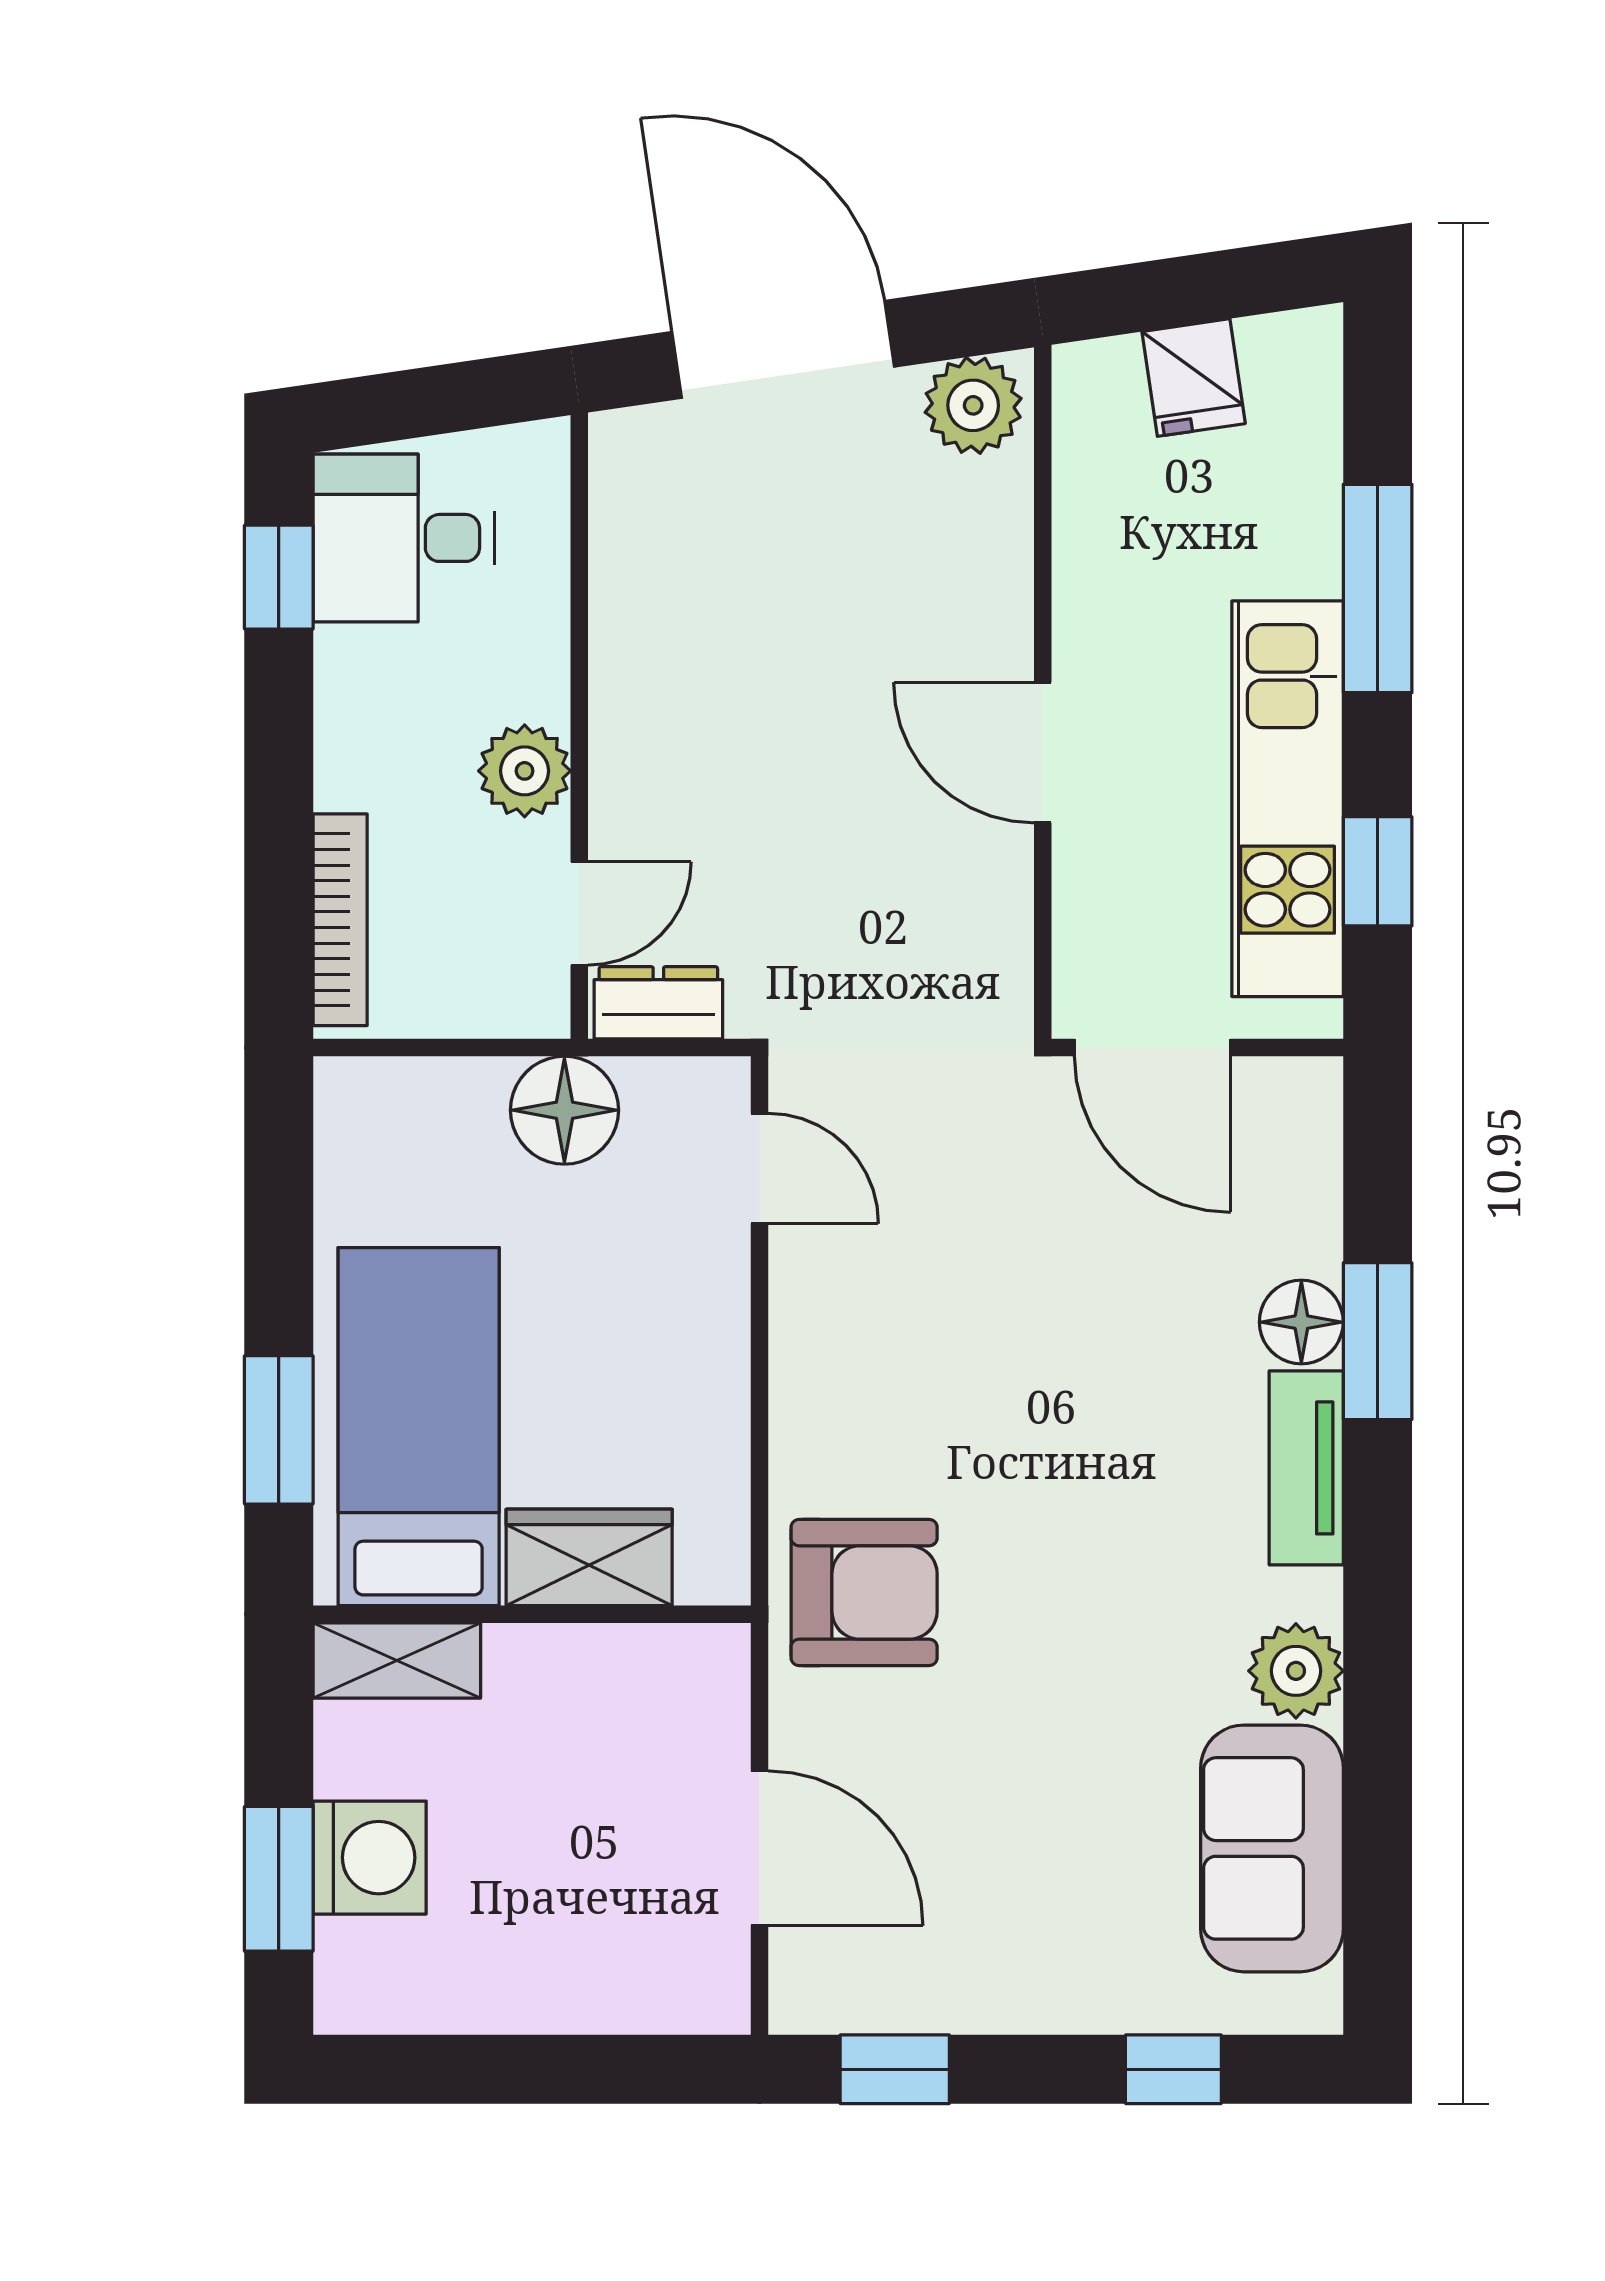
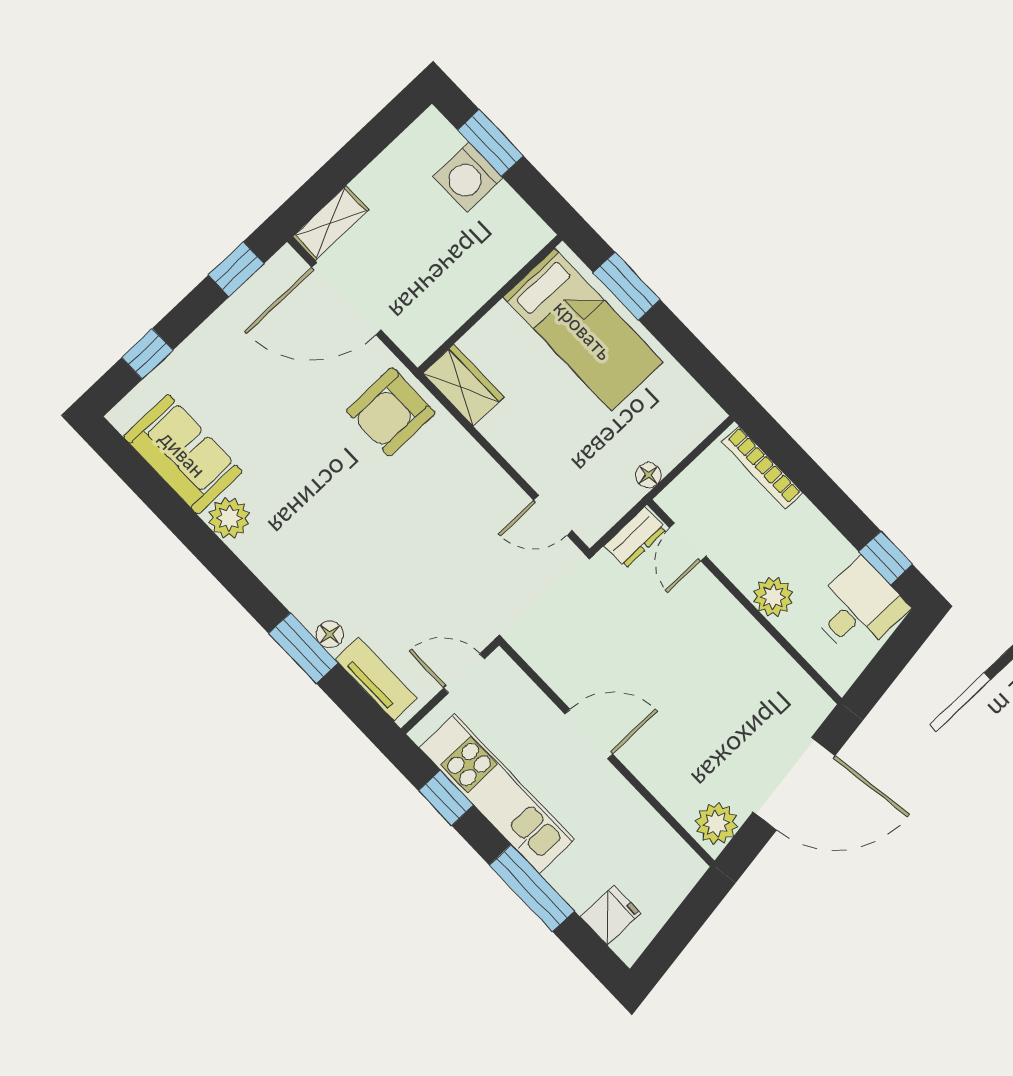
fridge: (1194, 378) -> (611, 915), moved, turned 98
plant: (525, 771) -> (773, 597), moved
door: (1153, 1048) -> (464, 673), width x0.73
floor lamp: (564, 1110) -> (648, 475), width x0.53, depth x0.53
floor lamp: (1301, 1322) -> (330, 634), width x0.73, depth x0.73
tv unit: (1306, 1468) -> (376, 679), moved
wardrobe: (589, 1557) -> (463, 385), moved, turned -90
shelving: (397, 1660) -> (331, 223), moved
door: (760, 1848) -> (346, 299), width x1.36

